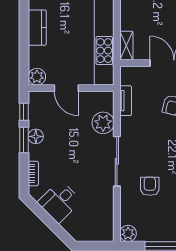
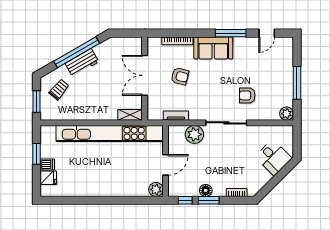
kitchen counter: (37, 28) -> (115, 189), removed
desk: (59, 202) -> (273, 157), moved

